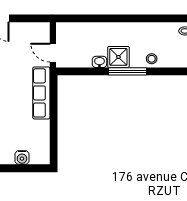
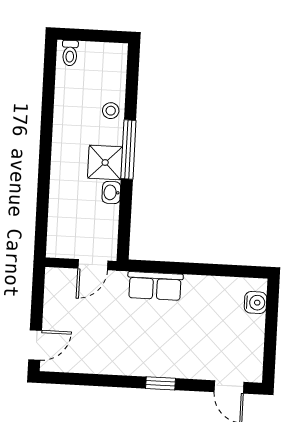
row of seats: (41, 93) -> (155, 286), width x0.68
water cooler: (22, 158) -> (255, 303), moved

